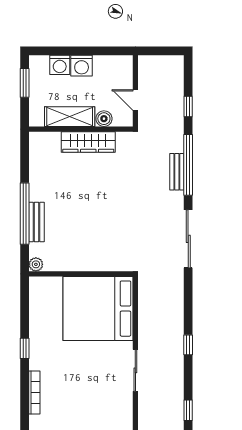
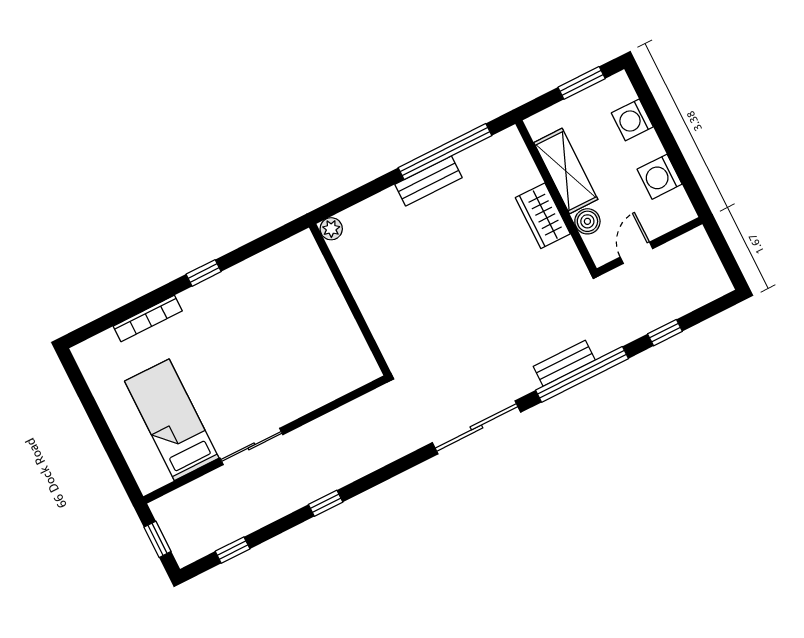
washing machine: (82, 66) -> (660, 177), moved
wardrobe: (88, 142) -> (543, 216), width x0.67
window: (25, 214) -> (445, 152), moved
bench: (37, 222) -> (428, 181), moved
bed: (98, 309) -> (172, 420), moved, width x0.49

